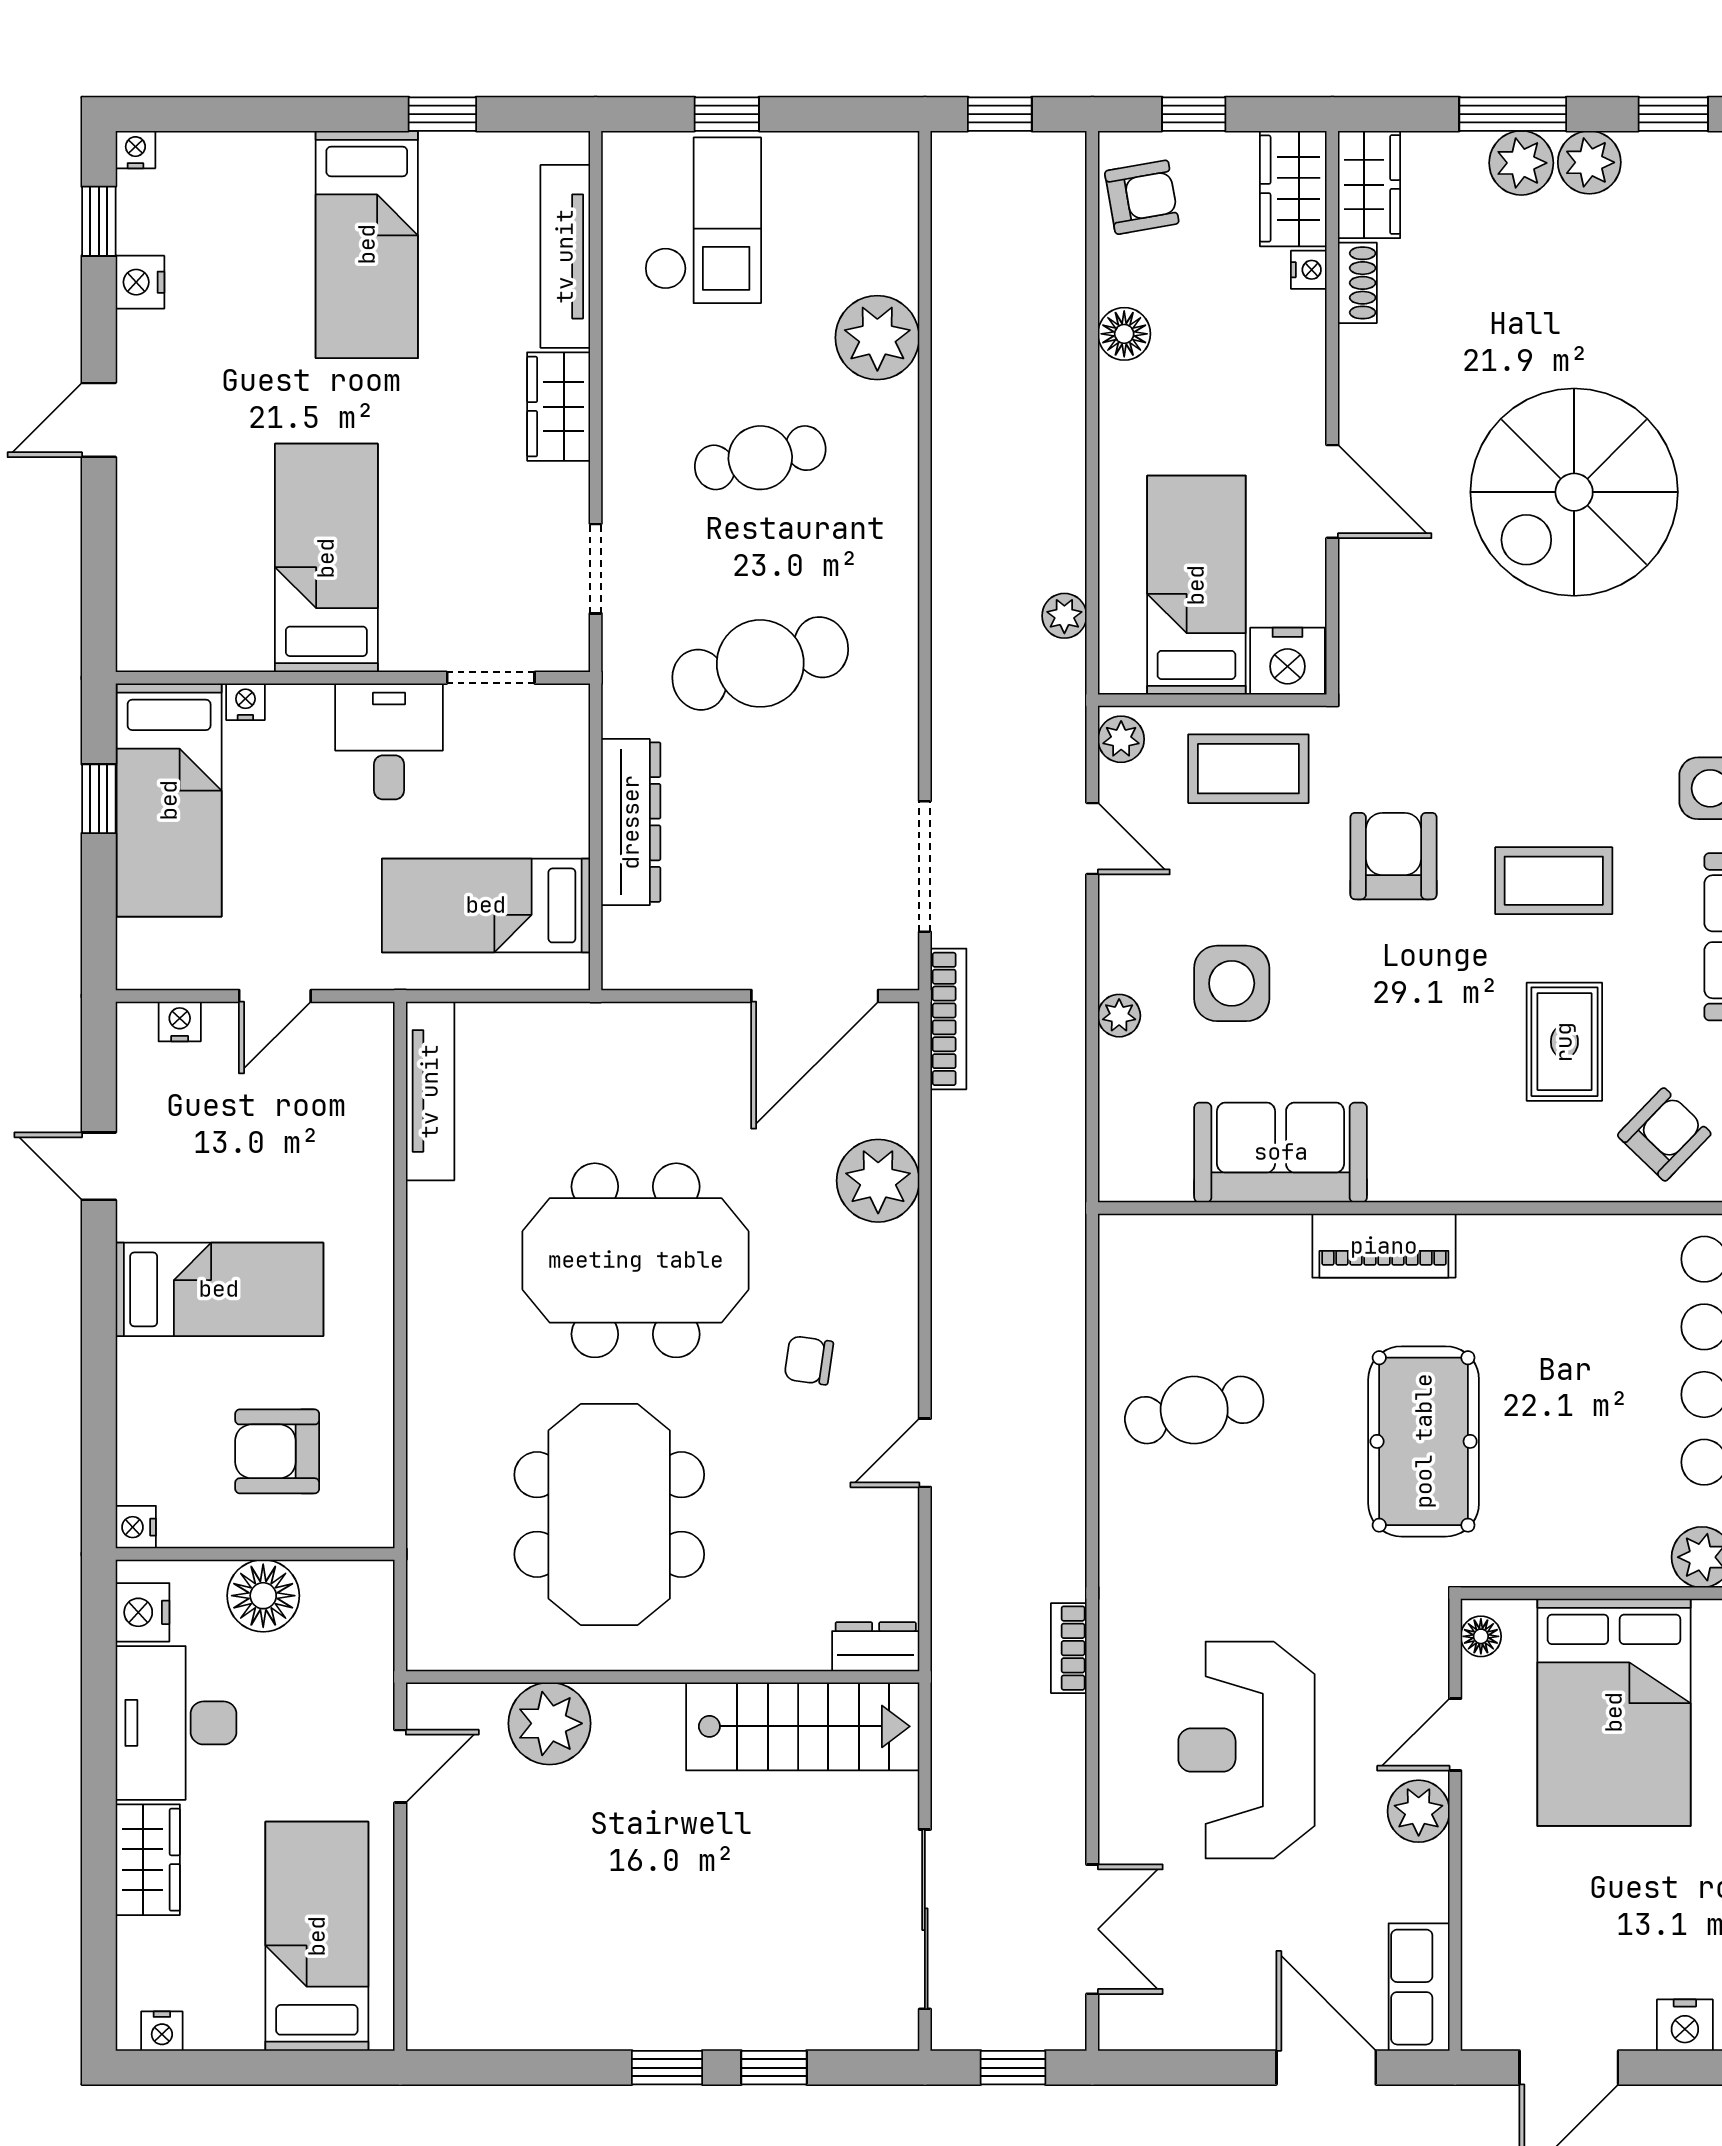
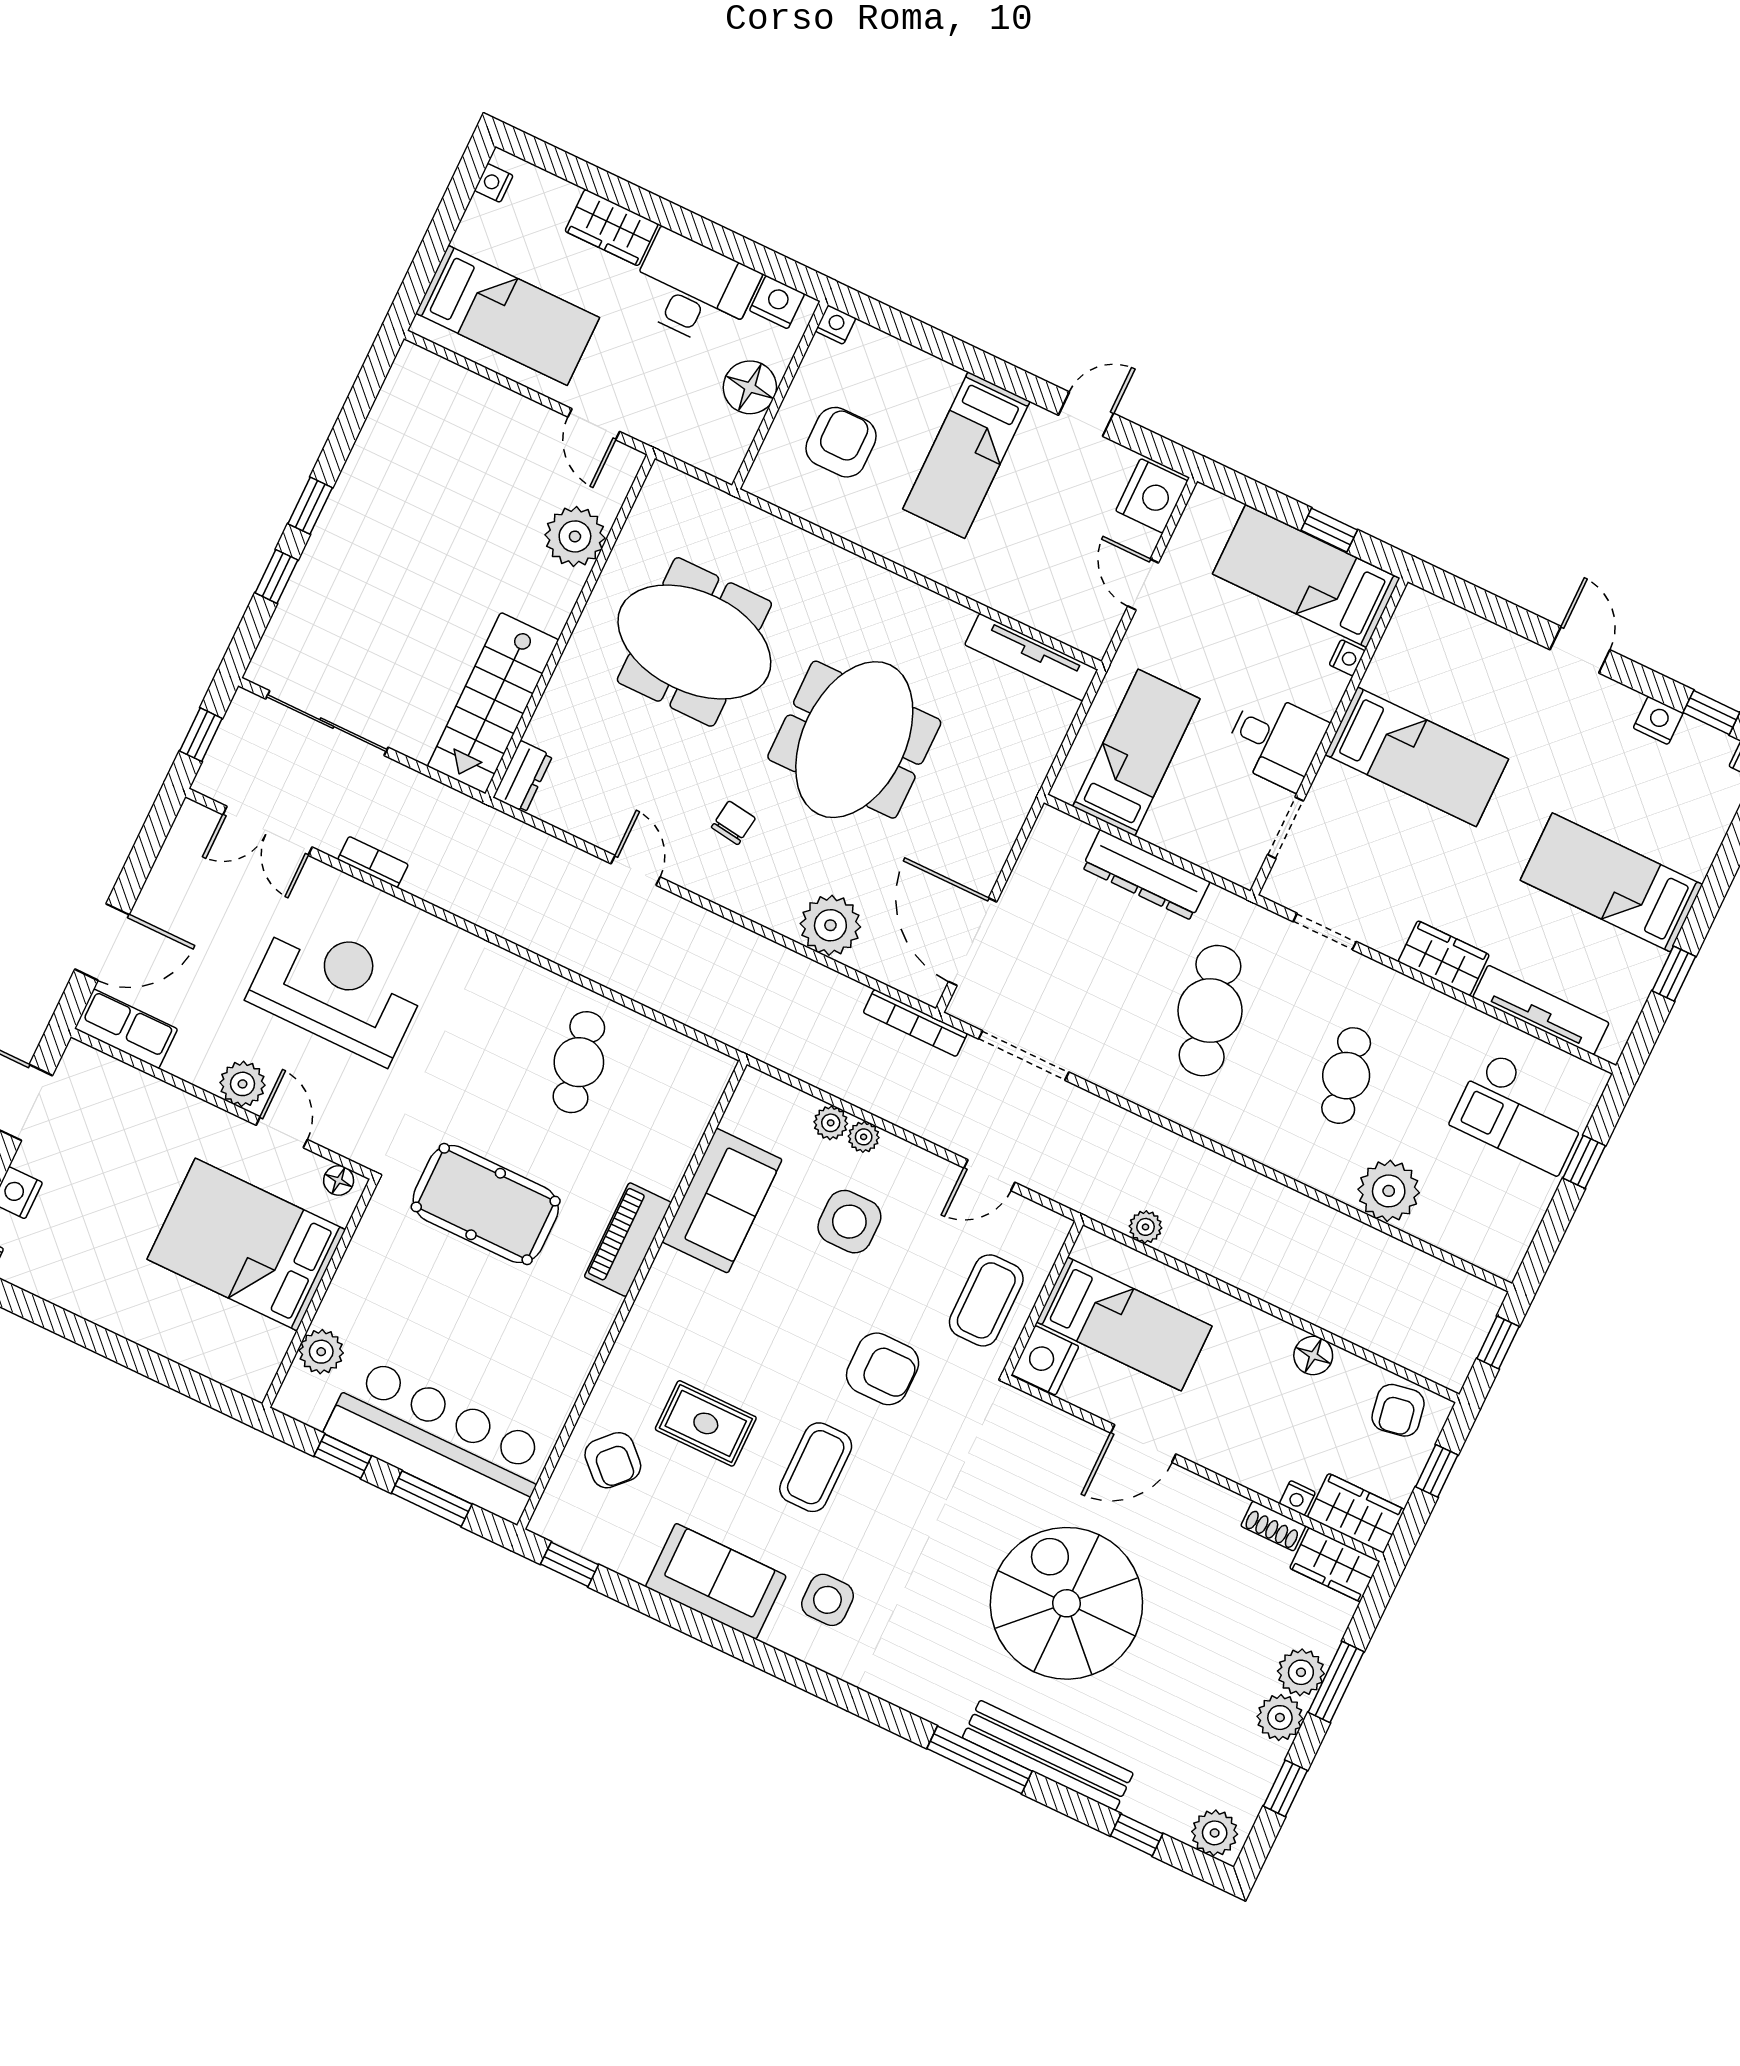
plant: (1121, 739) -> (831, 1123), moved
nightstand: (180, 1021) -> (1152, 496), width x1.89, depth x1.79
bookcase: (1069, 1648) -> (373, 862), moved

